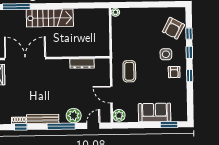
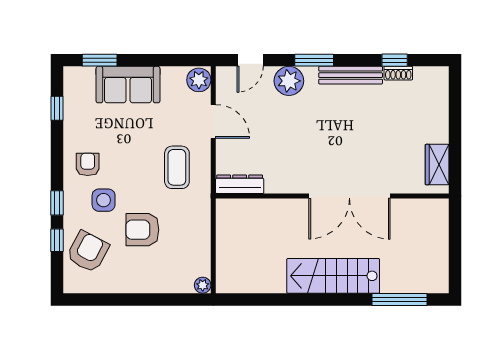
armchair: (146, 40) -> (142, 230), added
double door: (25, 58) -> (349, 196), moved
dresser: (82, 64) -> (240, 184), moved
window: (190, 76) -> (57, 108), moved
window: (61, 126) -> (314, 60), width x0.69

